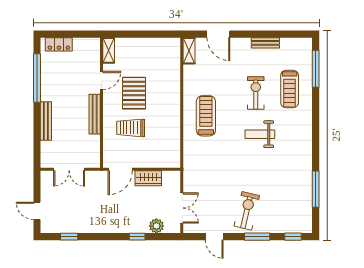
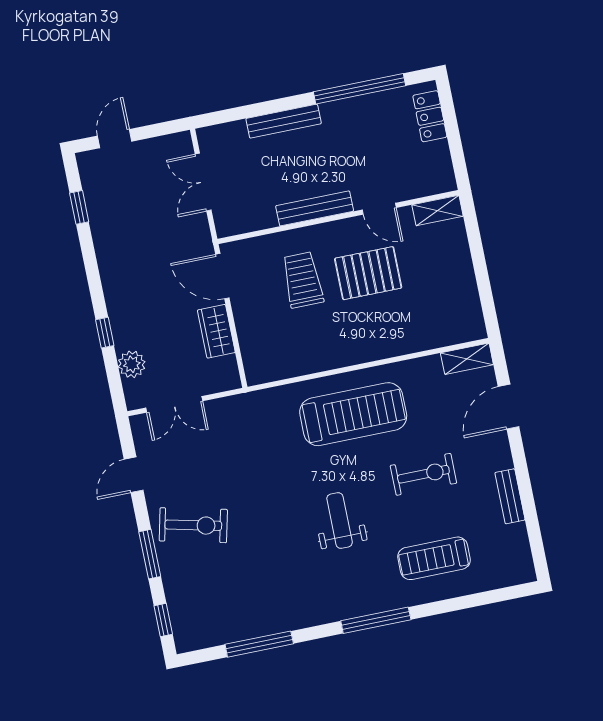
window: (316, 69) -> (376, 620), moved
exercise bike: (256, 93) -> (423, 474), moved
treadmill: (206, 116) -> (353, 414), width x1.37, depth x1.37

